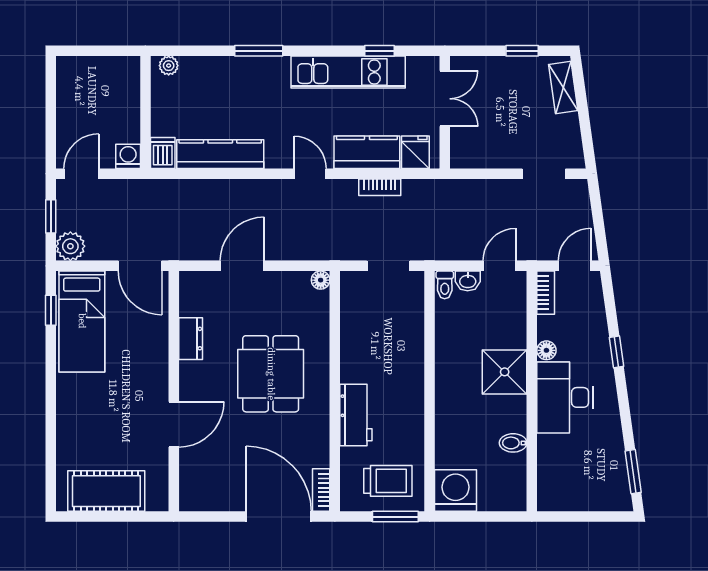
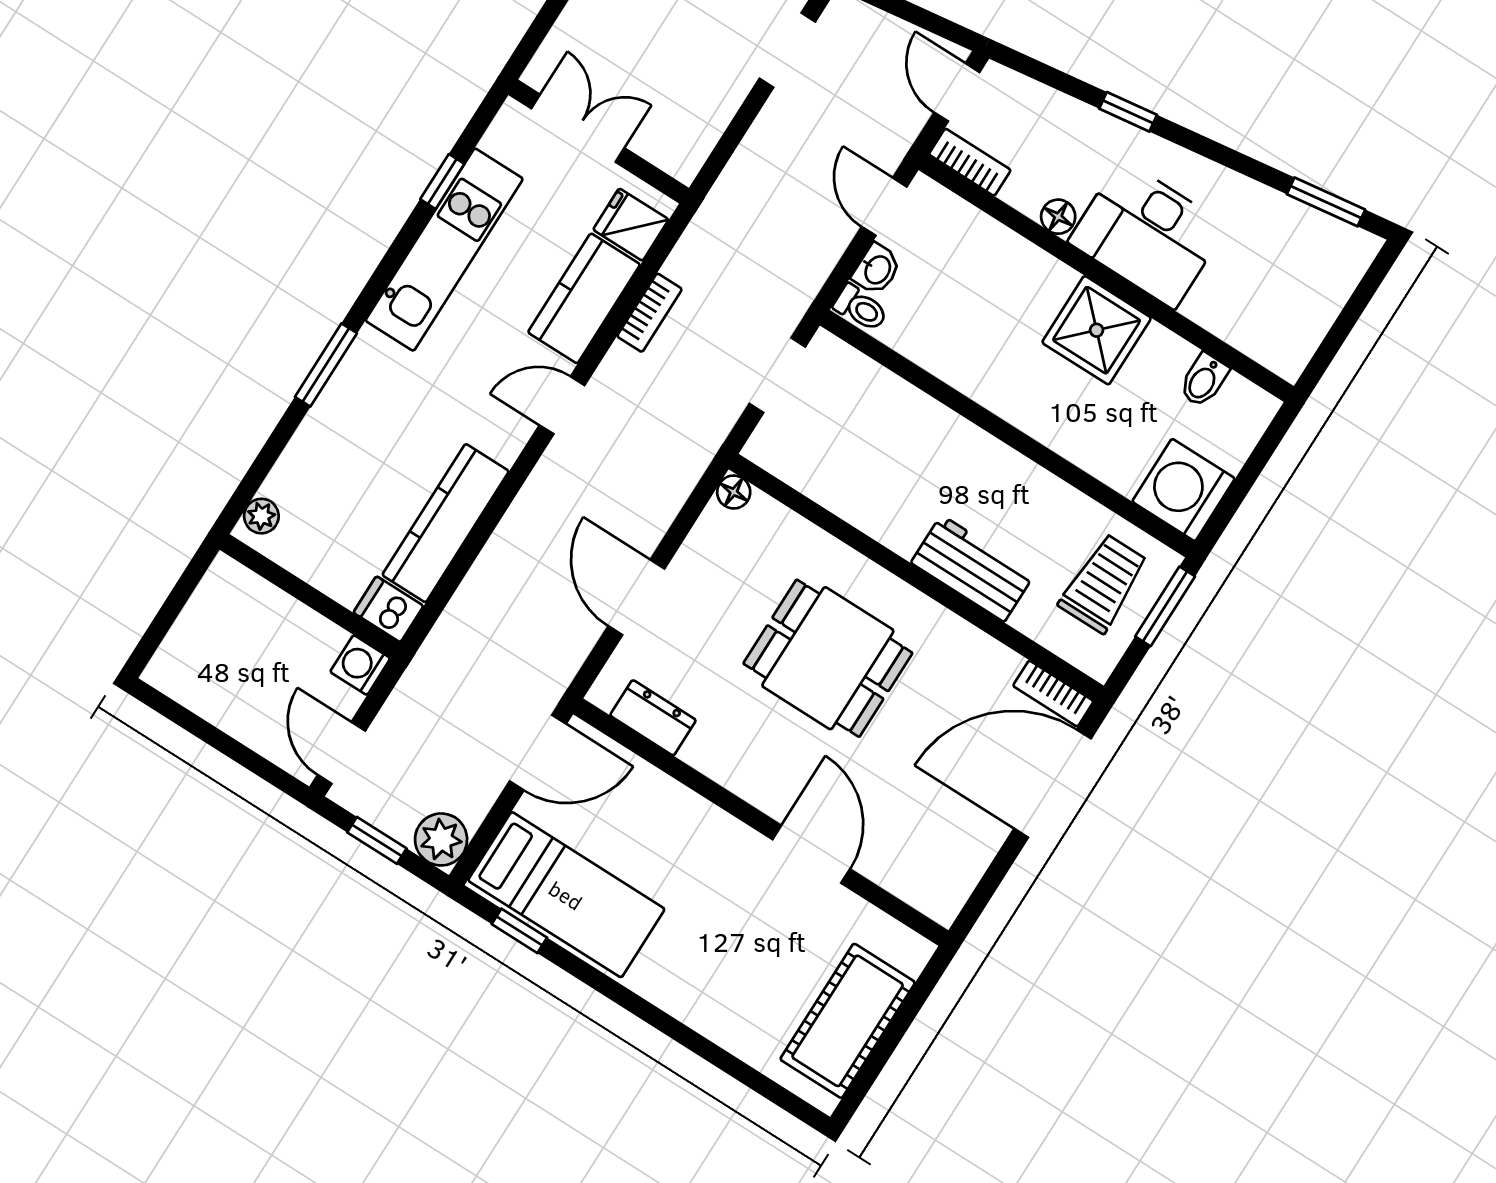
dresser: (191, 339) -> (653, 718), moved
shower: (505, 372) -> (1097, 330), moved
bidet: (513, 443) -> (1204, 380), moved

